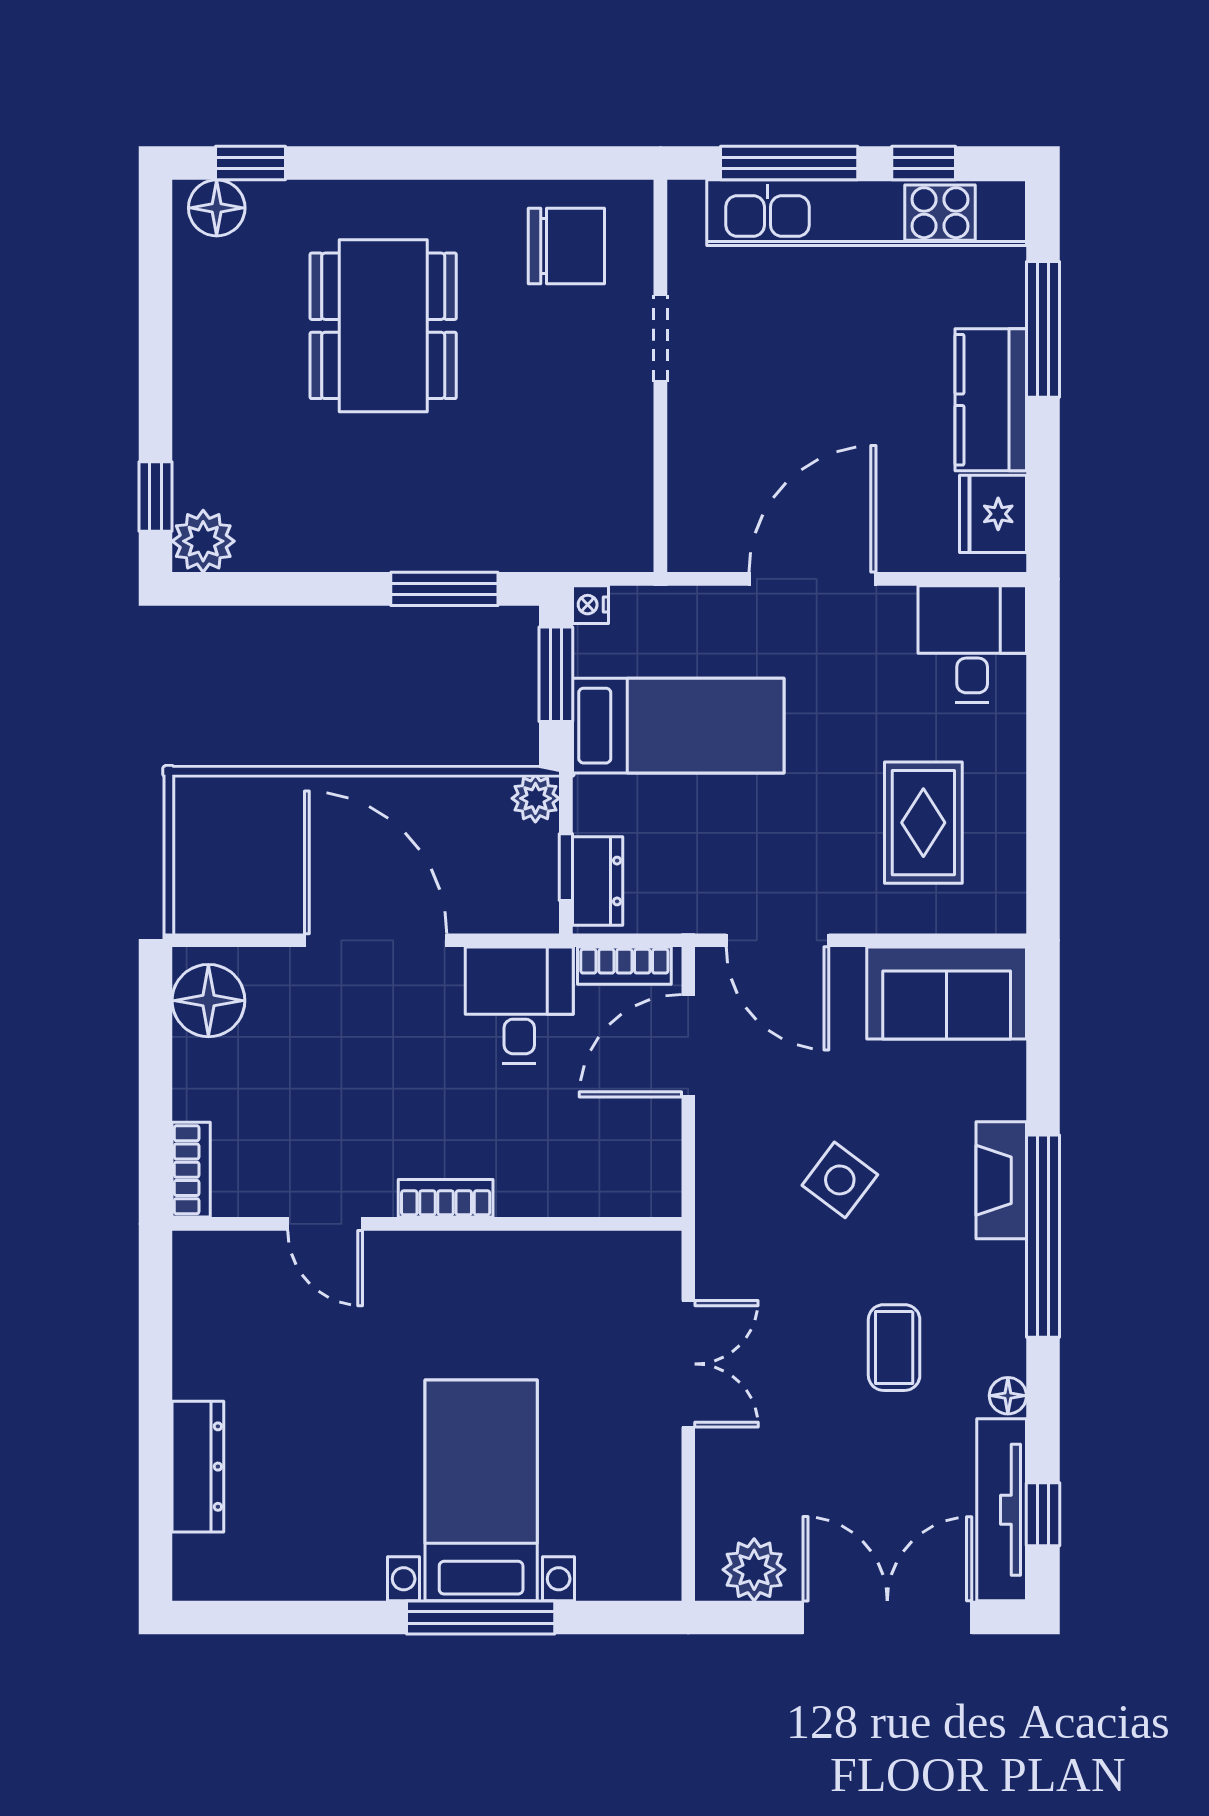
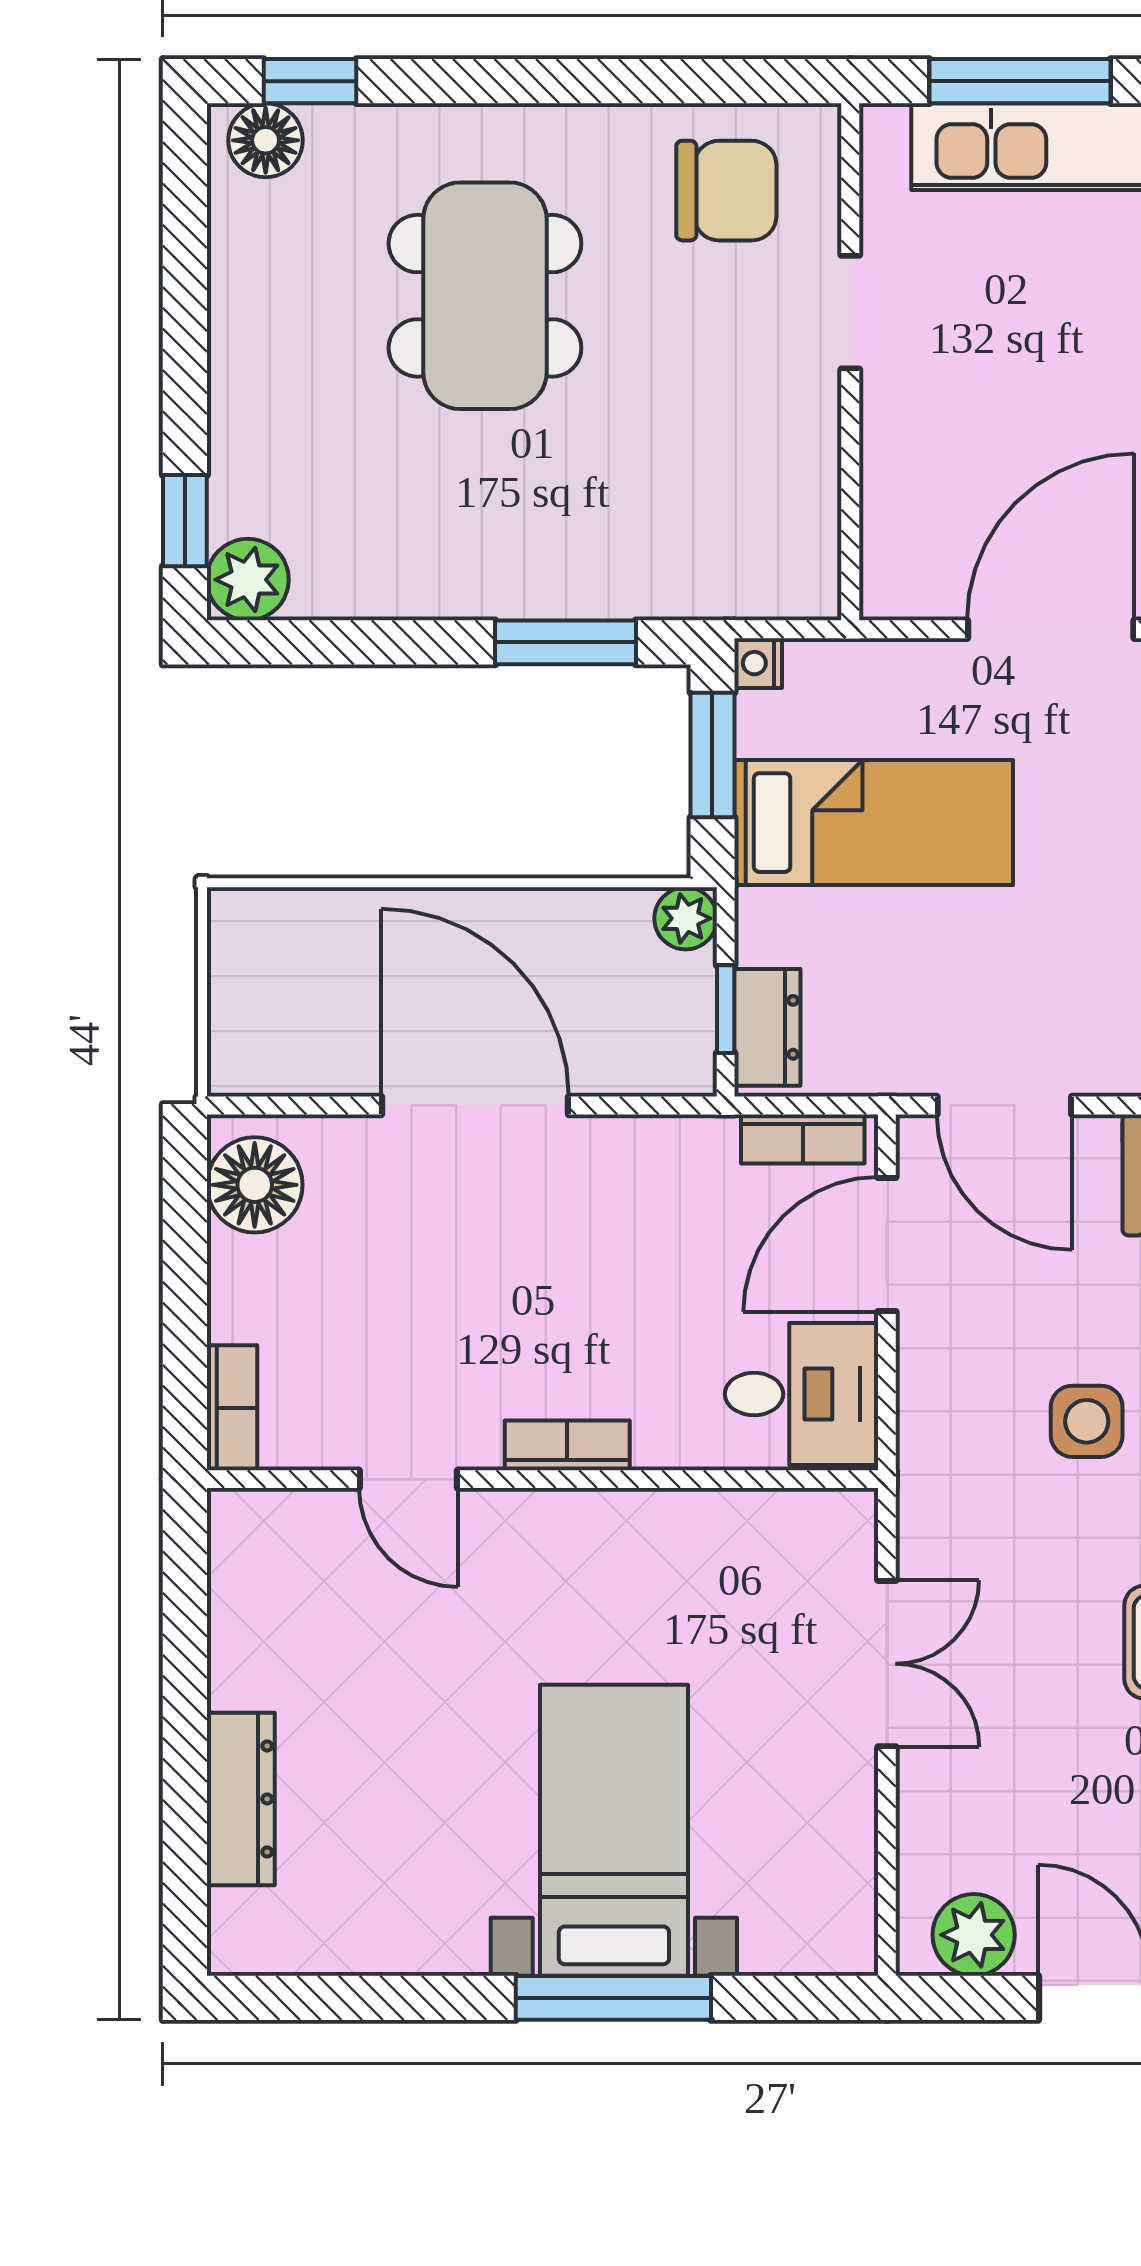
desk: (519, 1005) -> (802, 1394), moved, turned 90
side table: (840, 1180) -> (1087, 1421), turned -37

